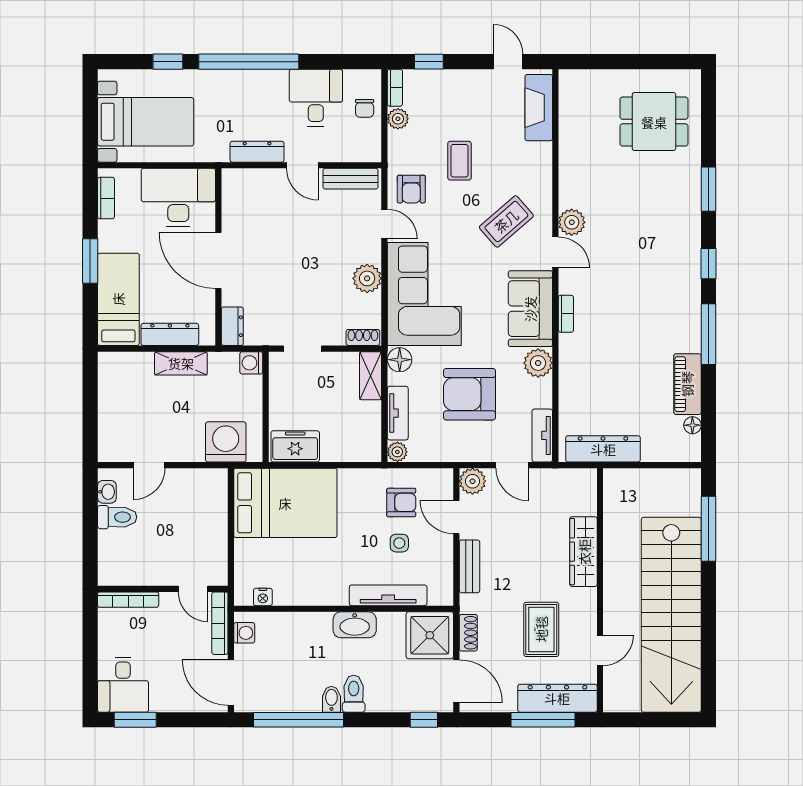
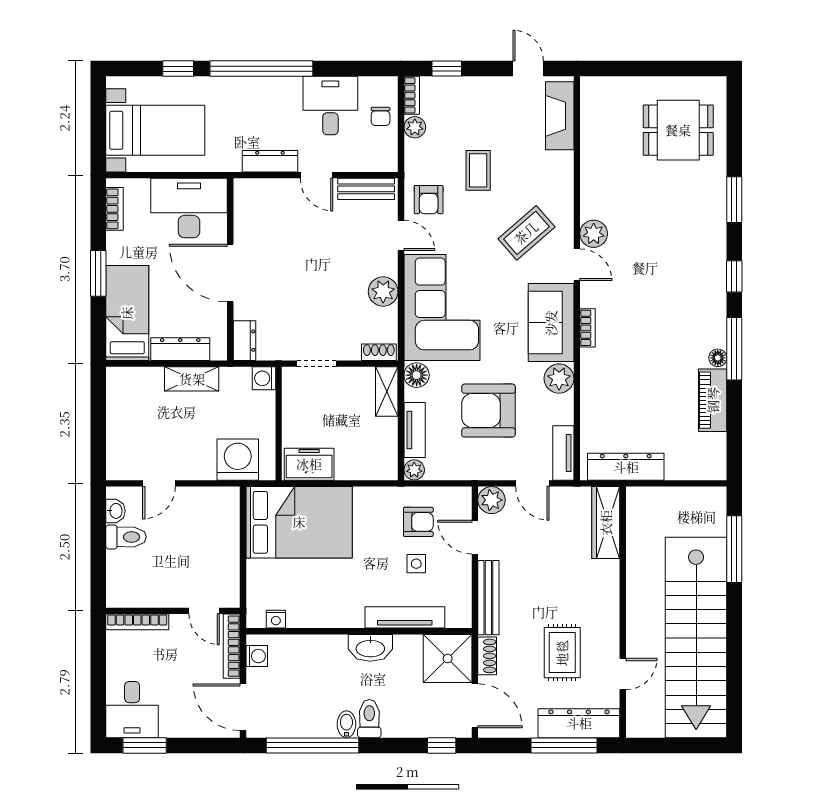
floor lamp: (692, 425) -> (718, 358), moved
wardrobe: (584, 552) -> (606, 523), moved
bench: (469, 566) -> (488, 598), width x1.36

